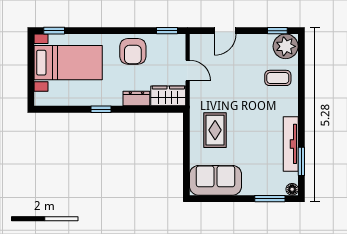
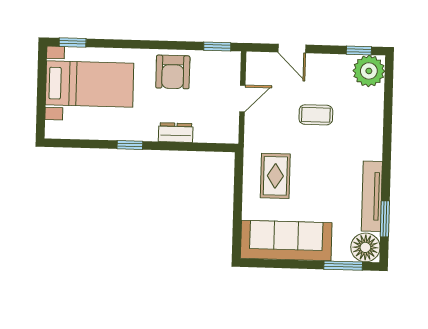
door: (225, 31) -> (292, 49), hinge flipped
door: (188, 71) -> (242, 98), hinge flipped
coffee table: (278, 78) -> (316, 115), moved
wardrobe: (168, 96) -> (217, 130), removed
sofa: (216, 180) -> (286, 241), width x1.36
floor lamp: (292, 189) -> (365, 247), width x1.89, depth x1.89

